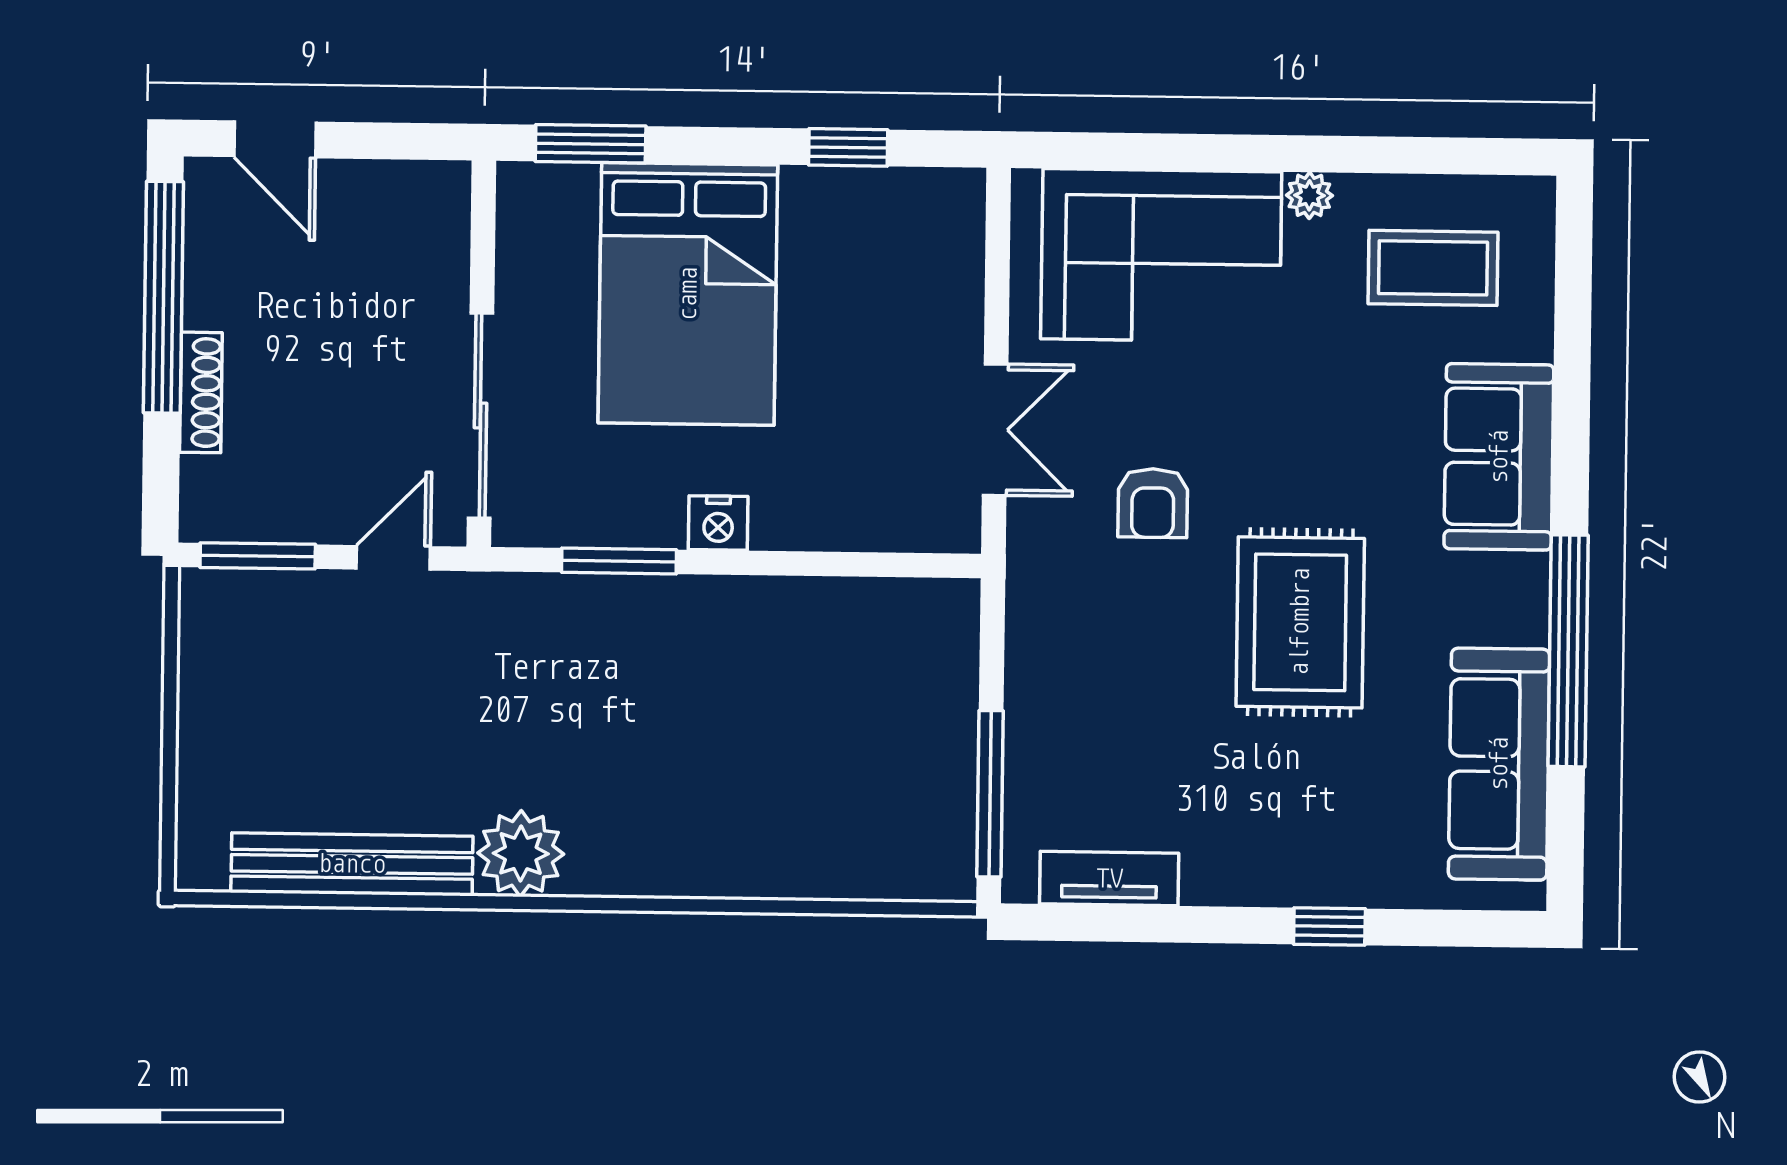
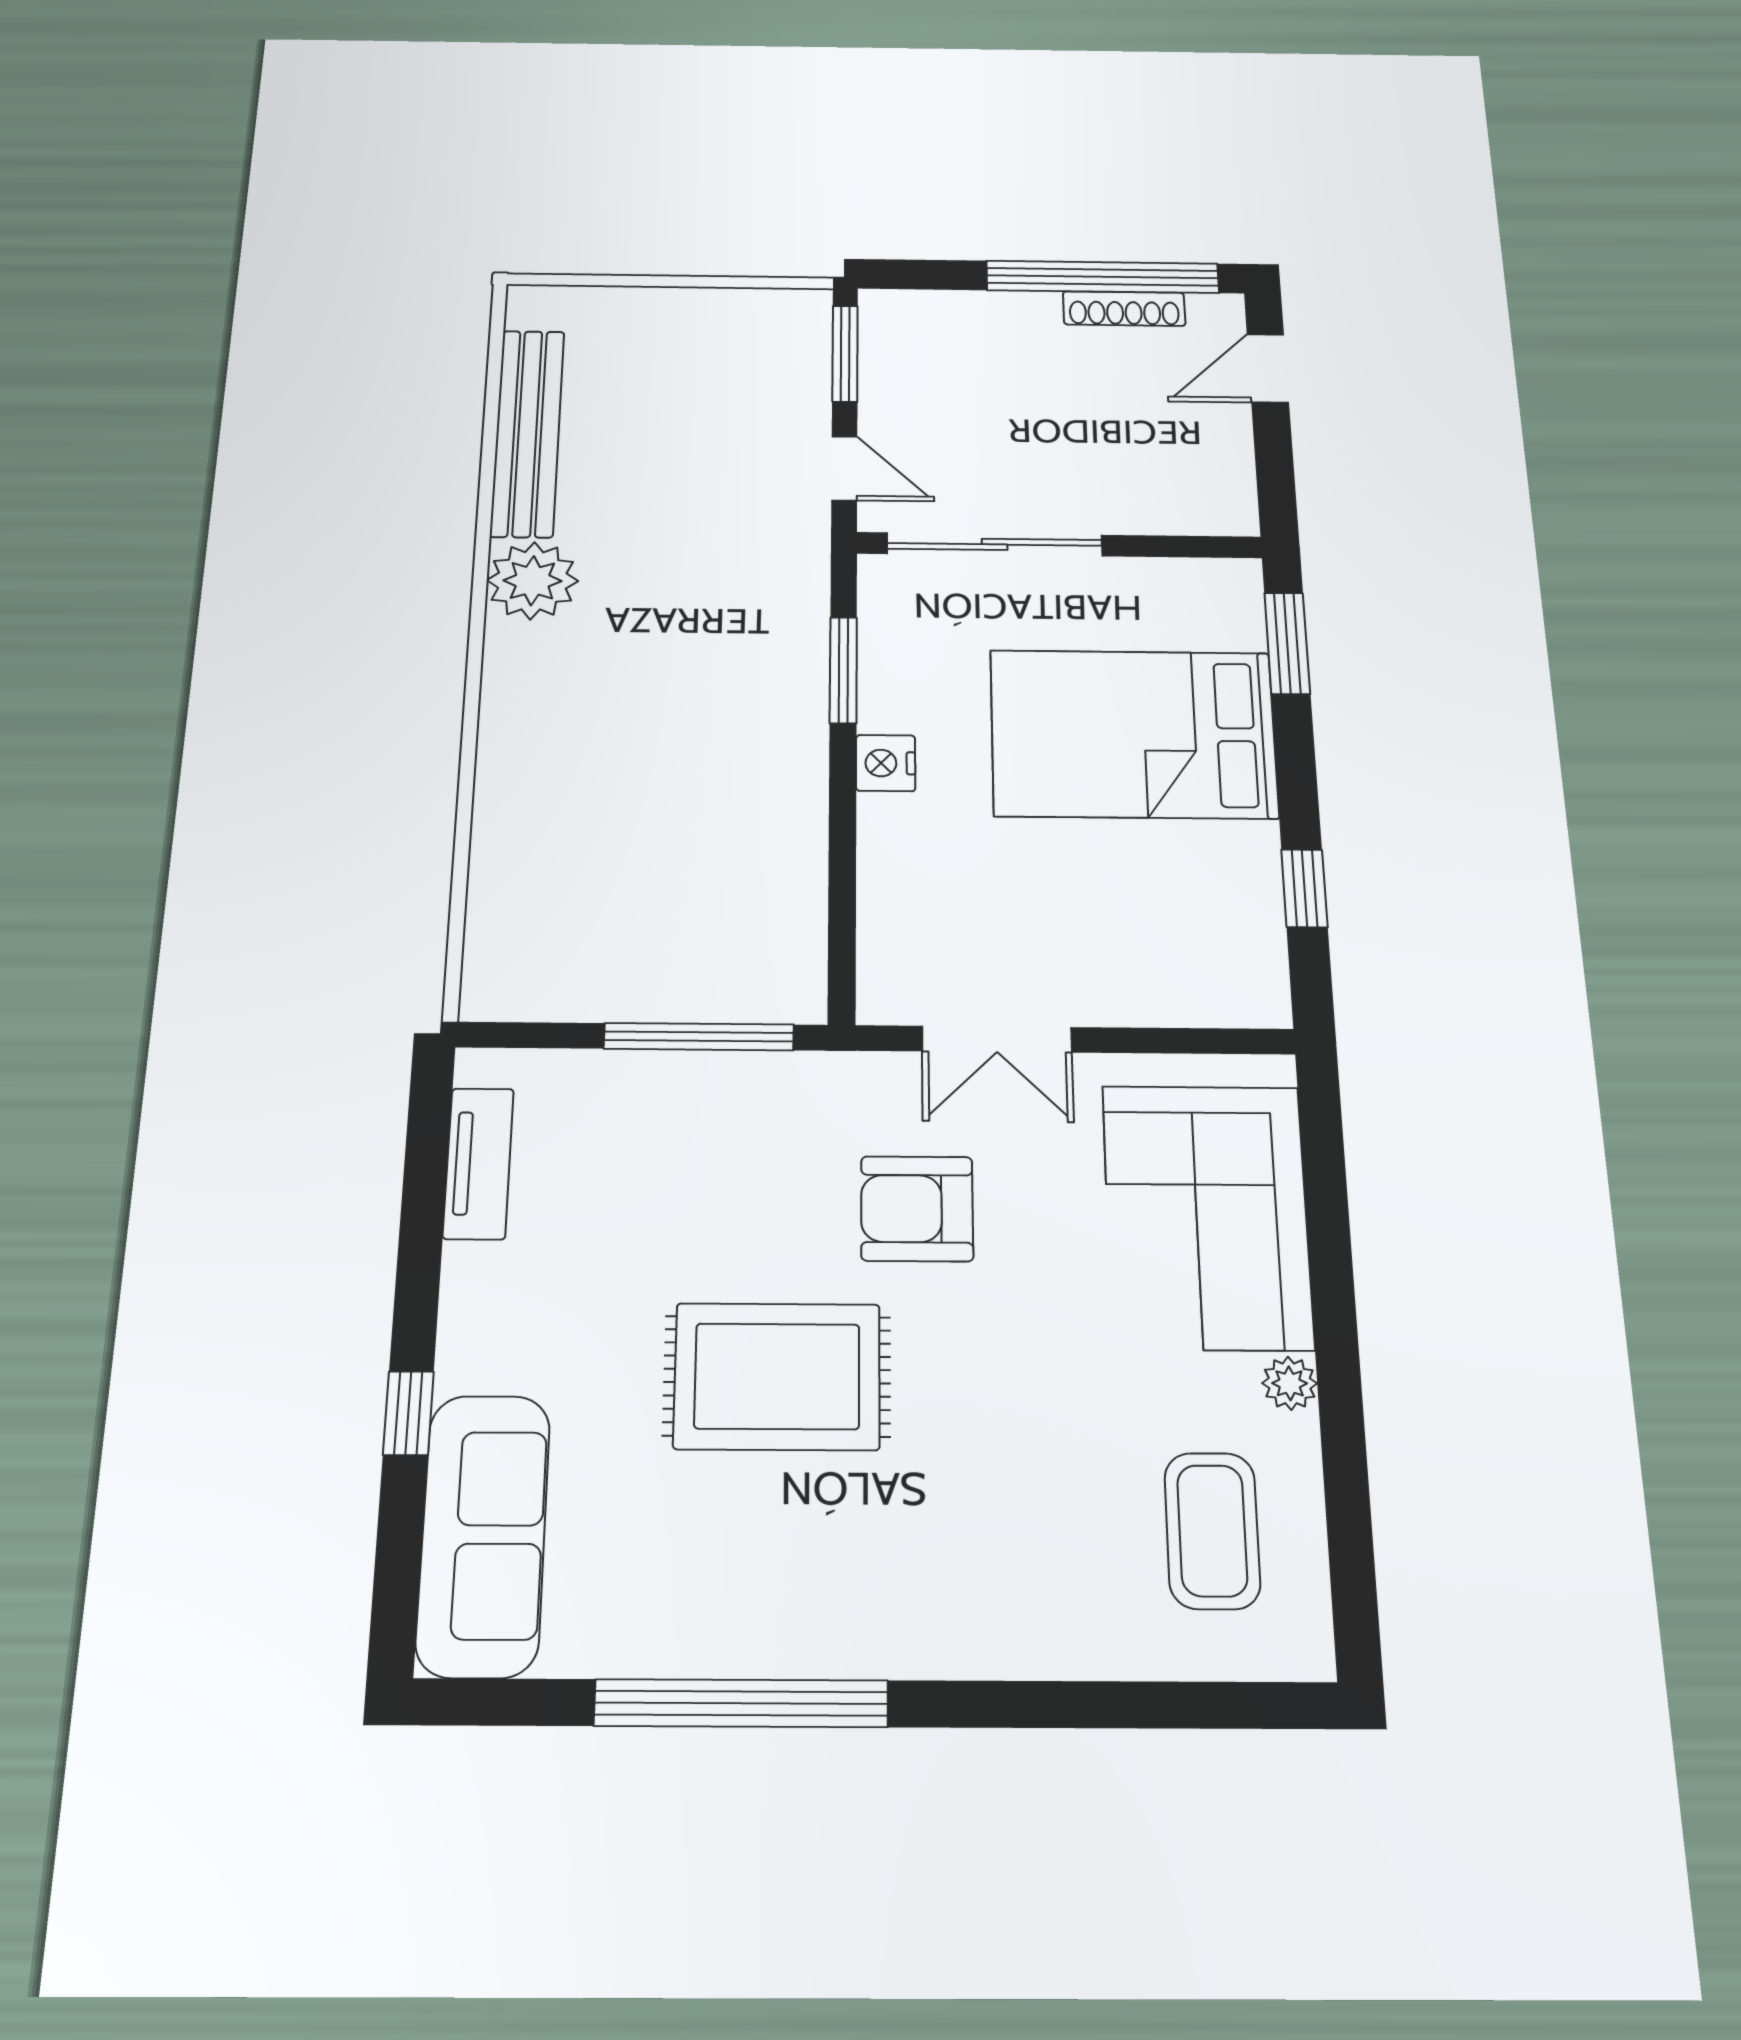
shoe rack: (201, 392) -> (1124, 309), moved
sofa: (1499, 457) -> (983, 1613), removed
armchair: (1153, 503) -> (917, 1209), width x1.38, depth x1.38
sofa: (1499, 764) -> (483, 1535), moved, turned 90
window: (990, 794) -> (699, 1037), moved

